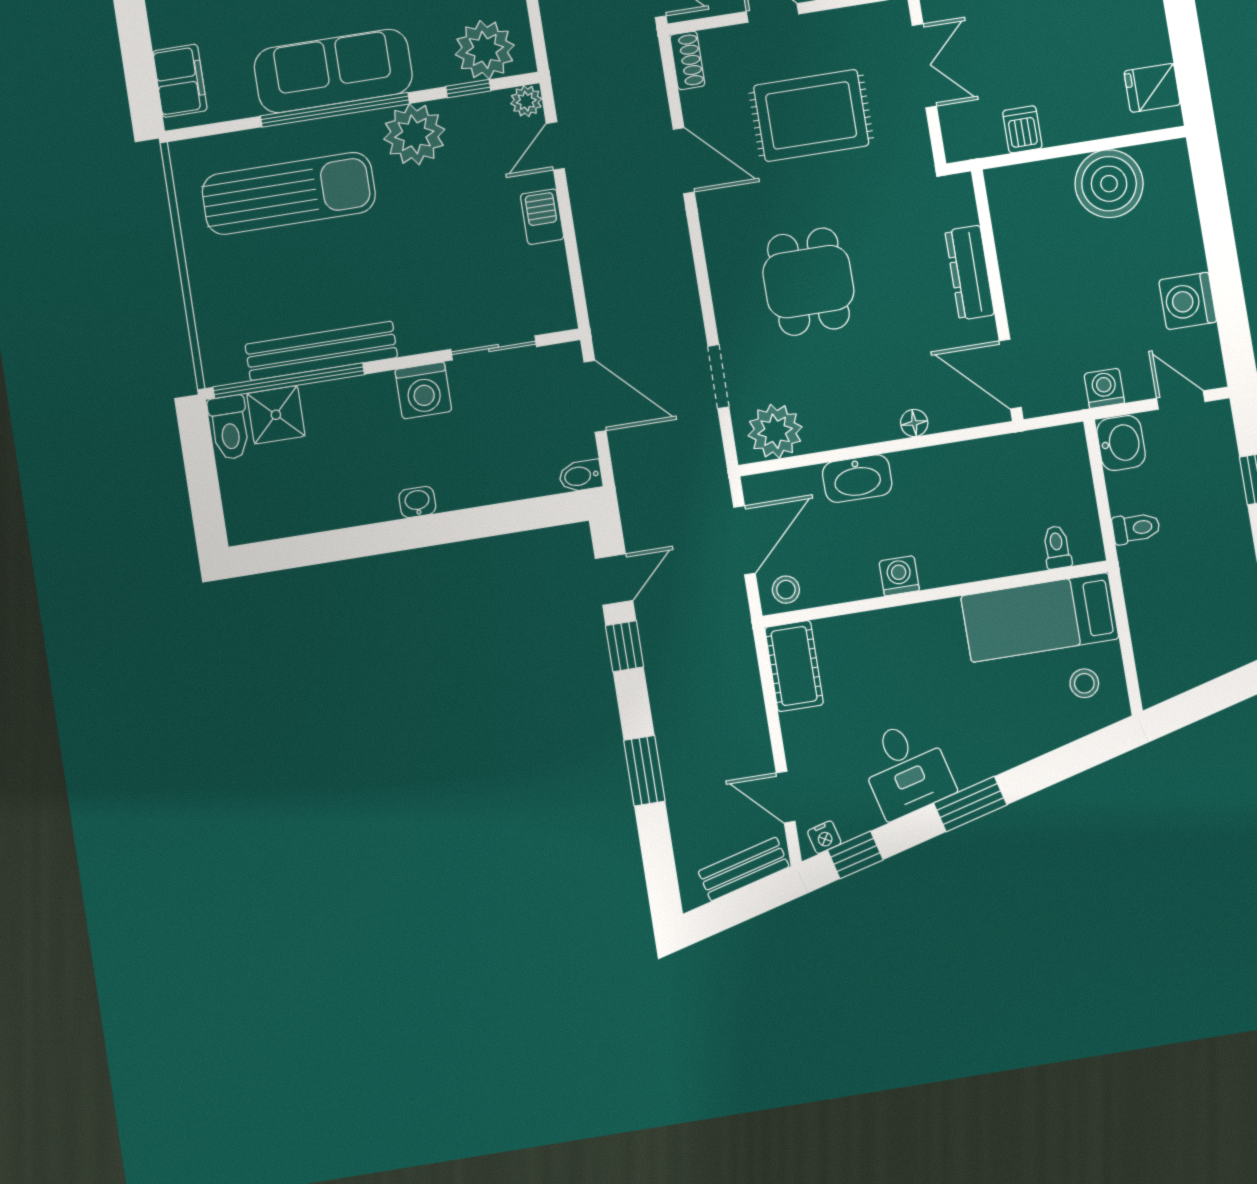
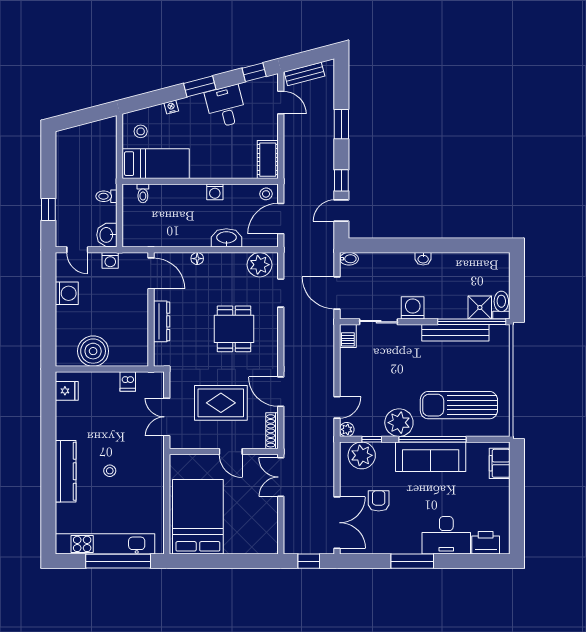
shoe rack: (687, 60) -> (272, 431), width x1.43
barbecue: (542, 217) -> (348, 336), moved
nightstand: (824, 837) -> (171, 107), moved

